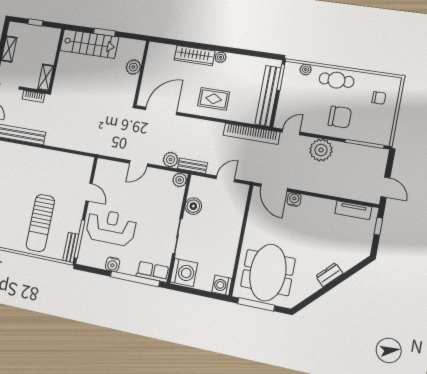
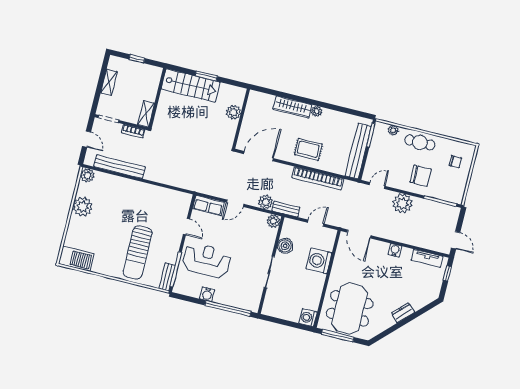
bookcase: (251, 134) -> (318, 178), moved
water cooler: (294, 199) -> (395, 250), moved
row of seats: (153, 272) -> (208, 205), moved, turned 180
washing machine: (184, 272) -> (319, 261), moved, turned 180

